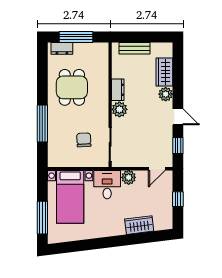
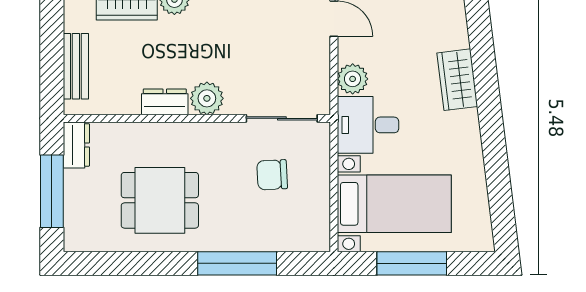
dresser: (62, 48) -> (76, 145), moved
window: (42, 218) -> (412, 263), moved
wardrobe: (139, 225) -> (457, 80), moved

